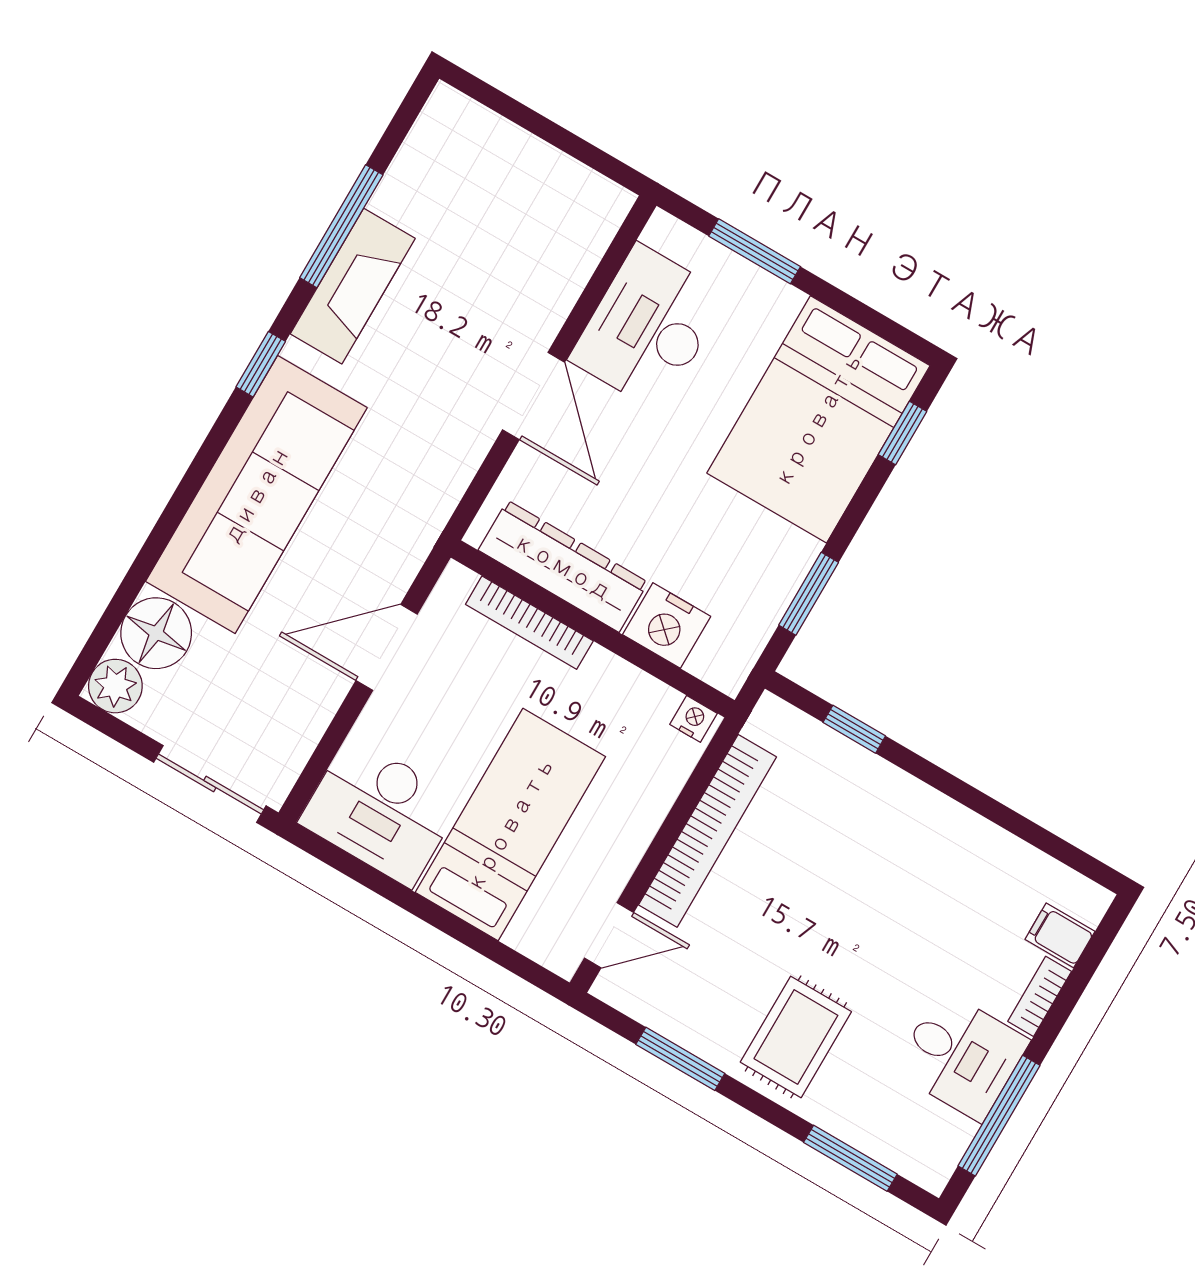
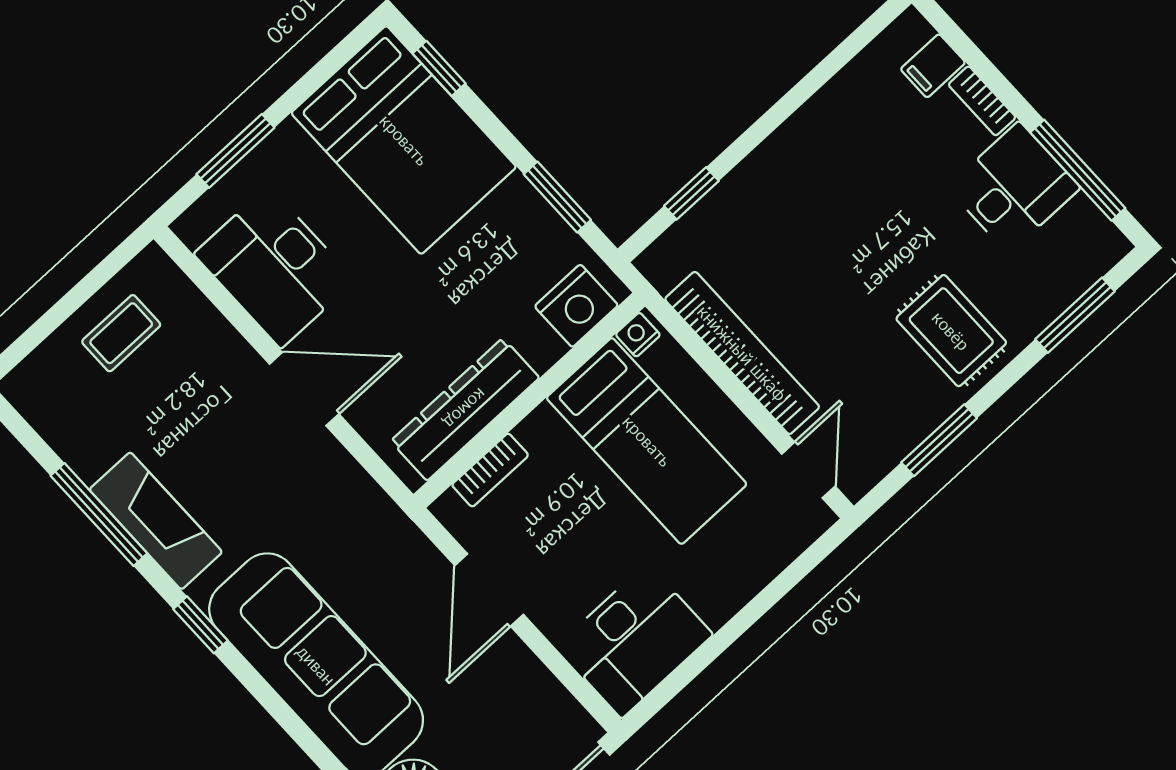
coffee table: (533, 192) -> (121, 333), added
bookcase: (529, 623) -> (490, 470), width x0.64
nightstand: (667, 626) -> (576, 306), moved
bed: (510, 824) -> (647, 441), moved, turned 180

